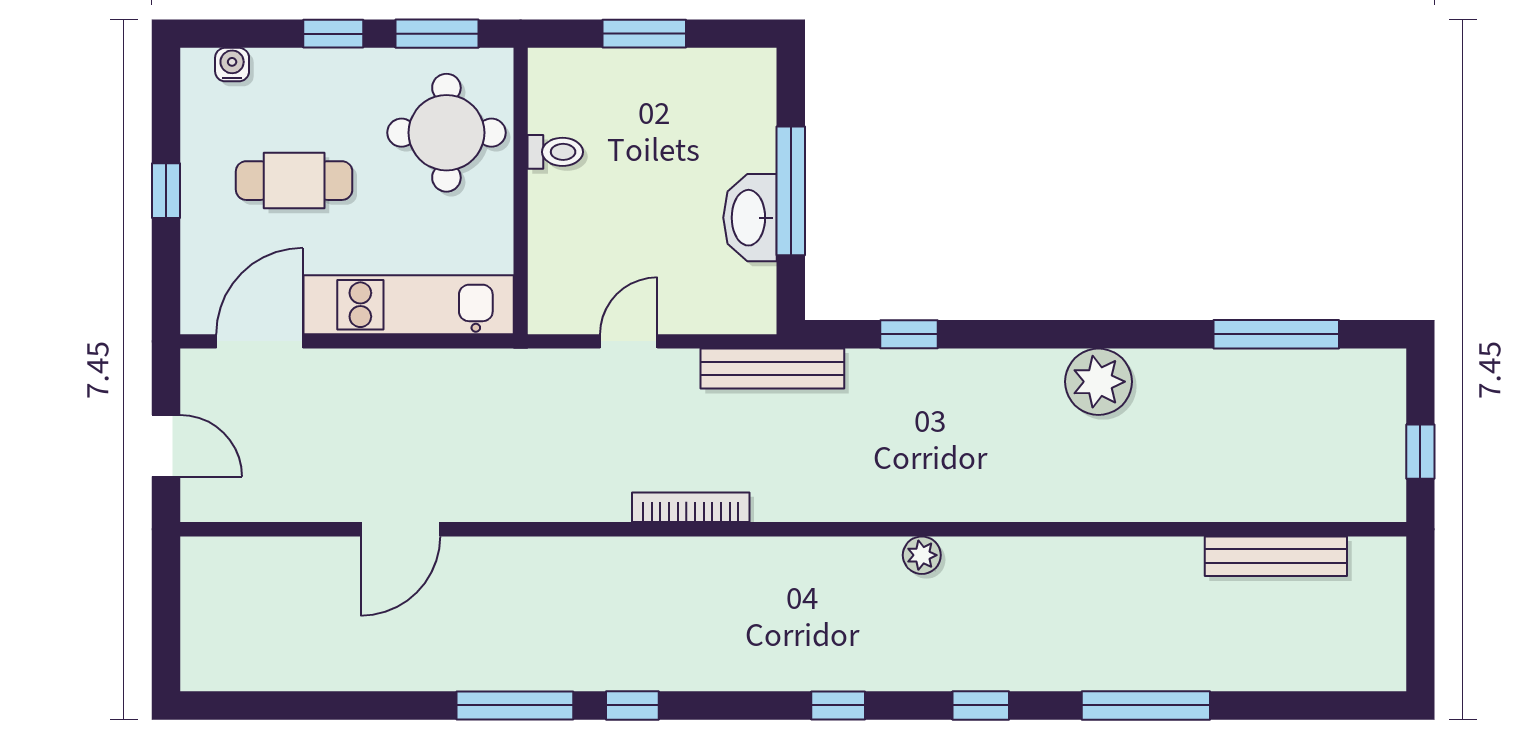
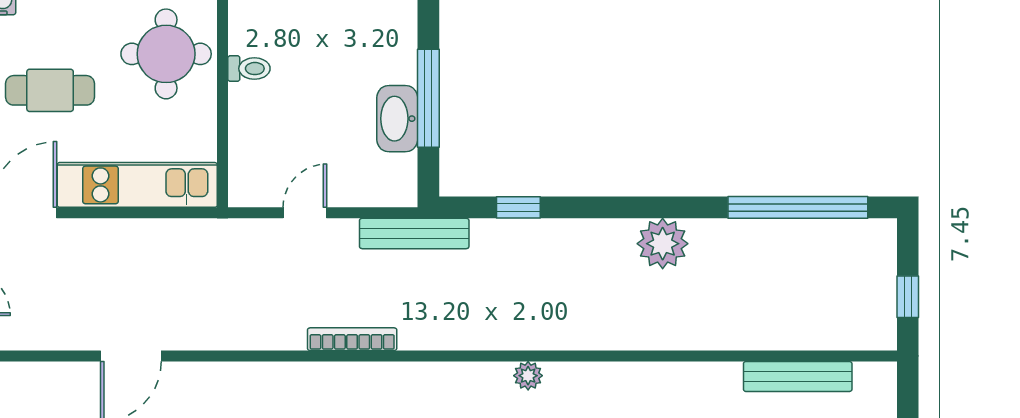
window: (1276, 334) -> (798, 207), width x1.46

